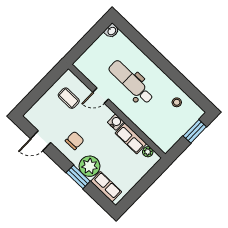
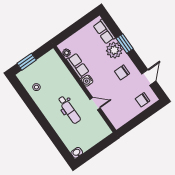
dental chair: (131, 82) -> (69, 110), width x0.73, depth x0.72
coffee table: (69, 98) -> (120, 107), removed
chair: (43, 112) -> (143, 100), added
door: (41, 141) -> (149, 77), hinge flipped

